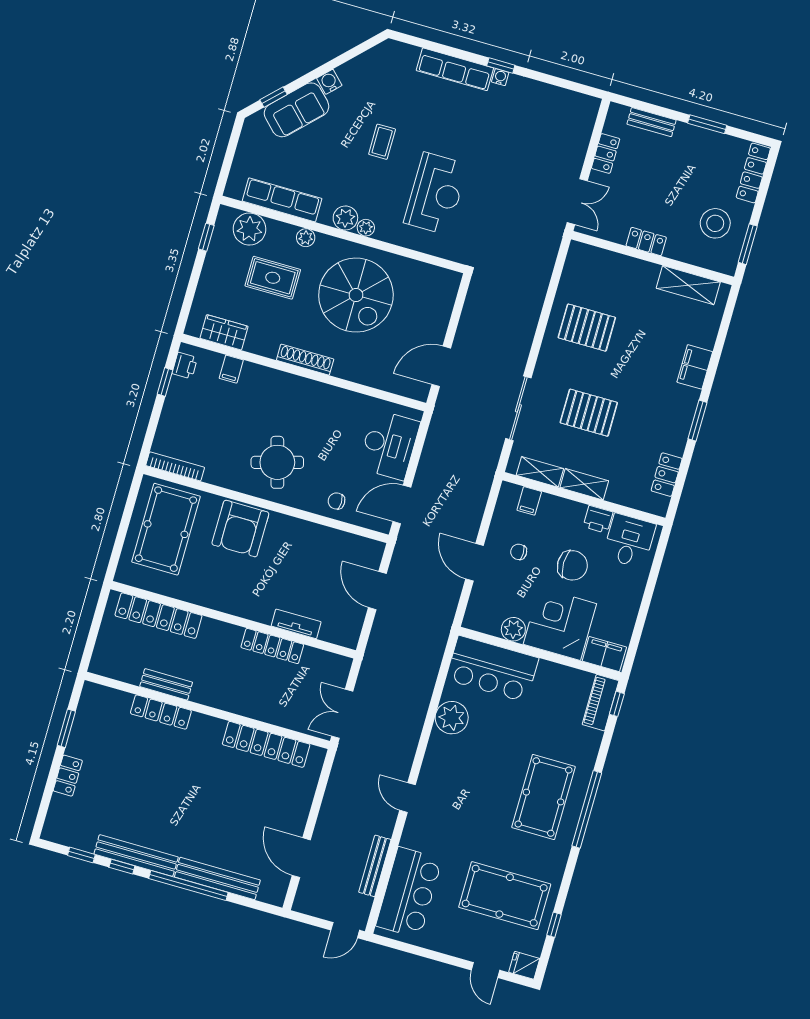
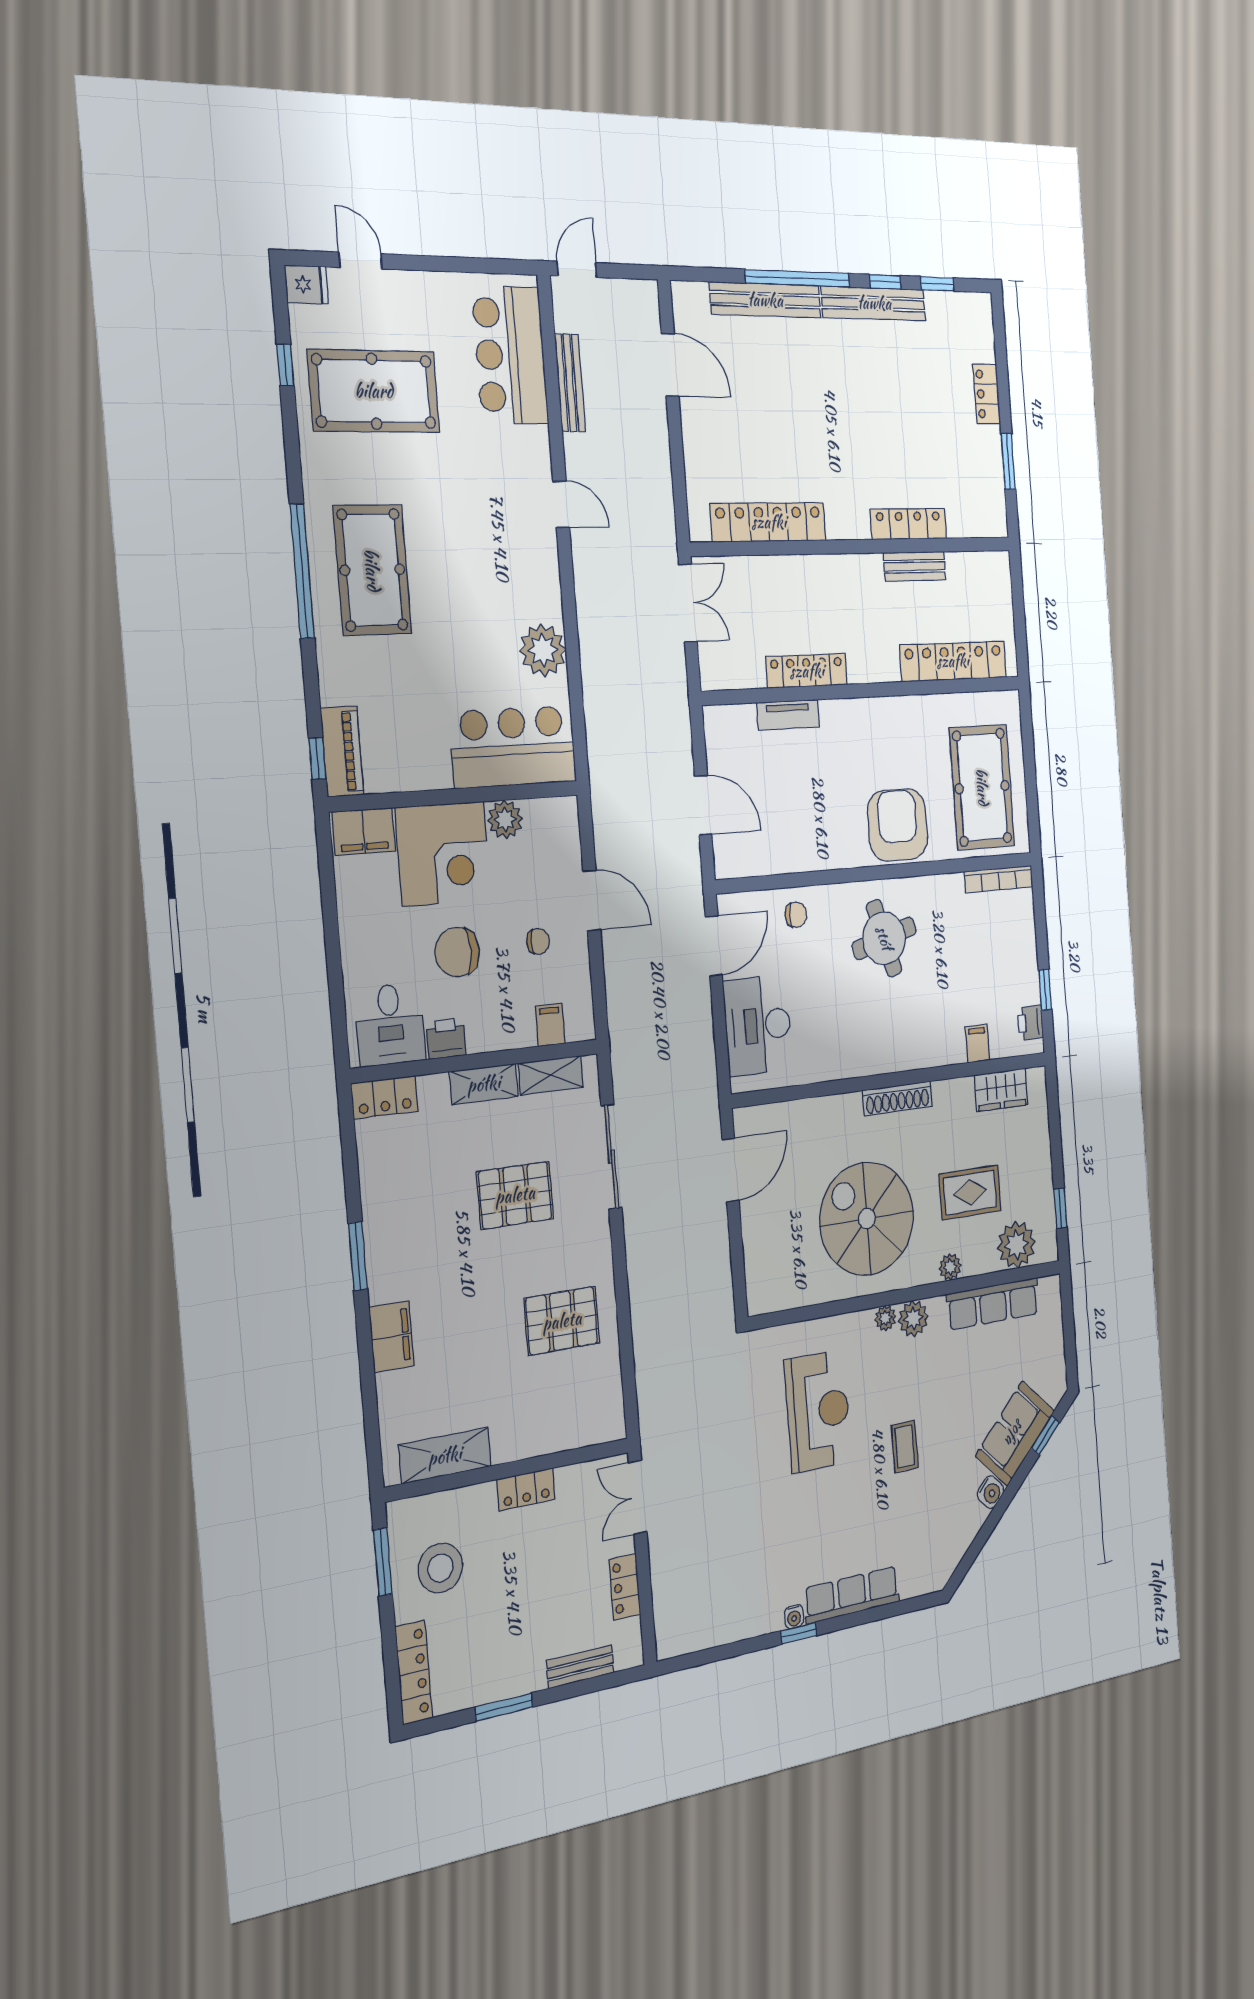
reception desk: (436, 194) -> (818, 1411), turned 180
locker: (667, 475) -> (385, 1097), moved, turned 90

